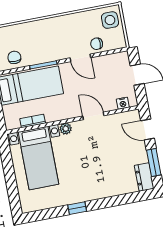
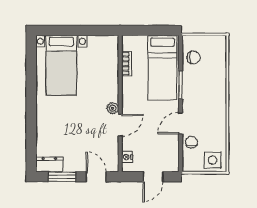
plant: (66, 129) -> (113, 108), moved
door: (148, 130) -> (96, 177), hinge flipped
bed with nightstands: (39, 158) -> (61, 65), moved, turned -90
window: (77, 208) -> (31, 92), removed

